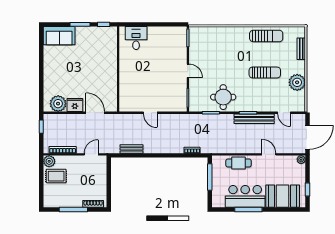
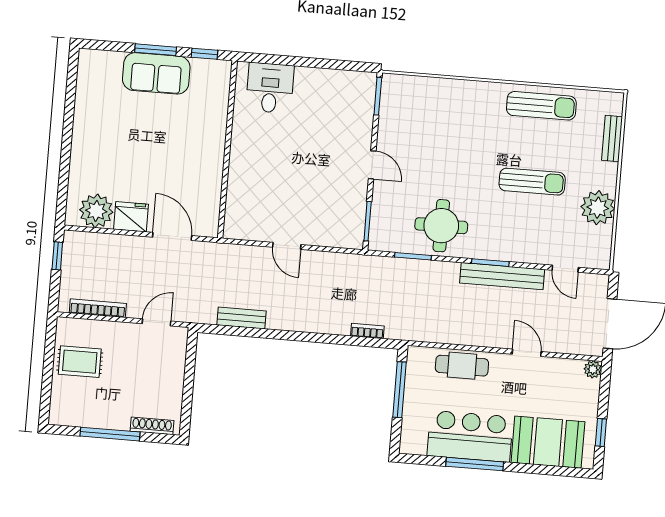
sofa: (59, 36) -> (156, 73), moved
plant: (49, 161) -> (68, 330), removed

